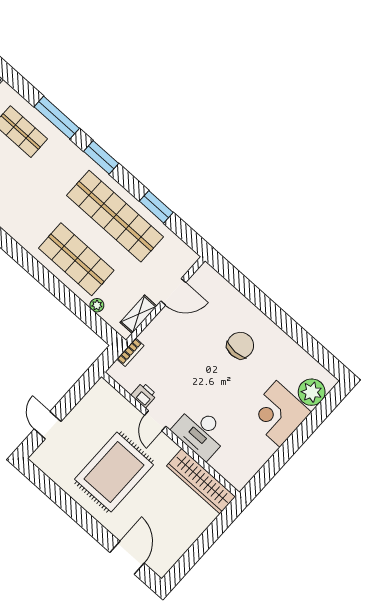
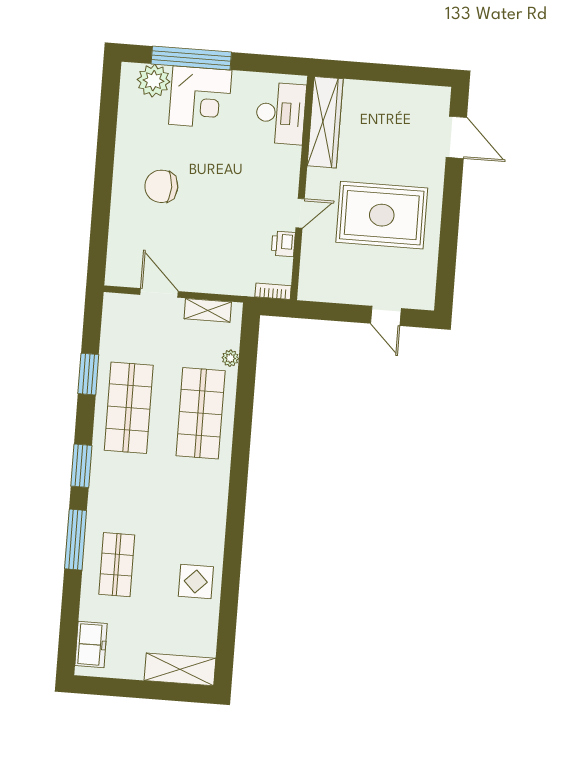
shop shelf: (115, 216) -> (129, 408), width x0.71
bookcase: (130, 352) -> (273, 291), moved
door: (48, 425) -> (386, 316), hinge flipped
window: (308, 427) -> (191, 58), added
desk: (201, 432) -> (281, 113), moved
door: (127, 558) -> (456, 137), swing flipped

